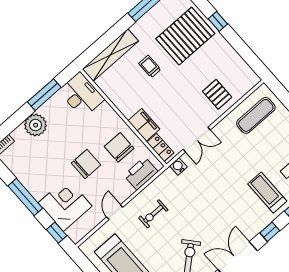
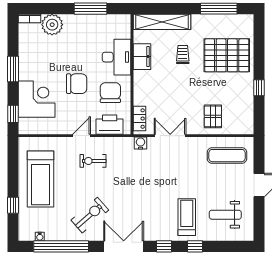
window: (218, 21) -> (259, 88), moved
desk: (81, 95) -> (116, 57), moved
plant: (36, 125) -> (52, 25), moved
filing cabinet: (144, 125) -> (142, 57), moved
double door: (197, 140) -> (170, 136), swing flipped
window: (25, 197) -> (13, 69), width x0.69
door: (115, 212) -> (81, 136), moved

